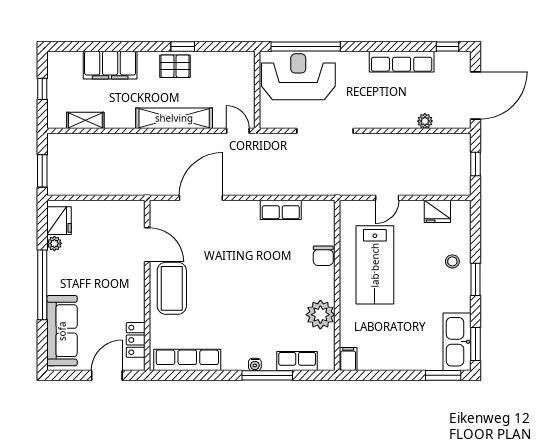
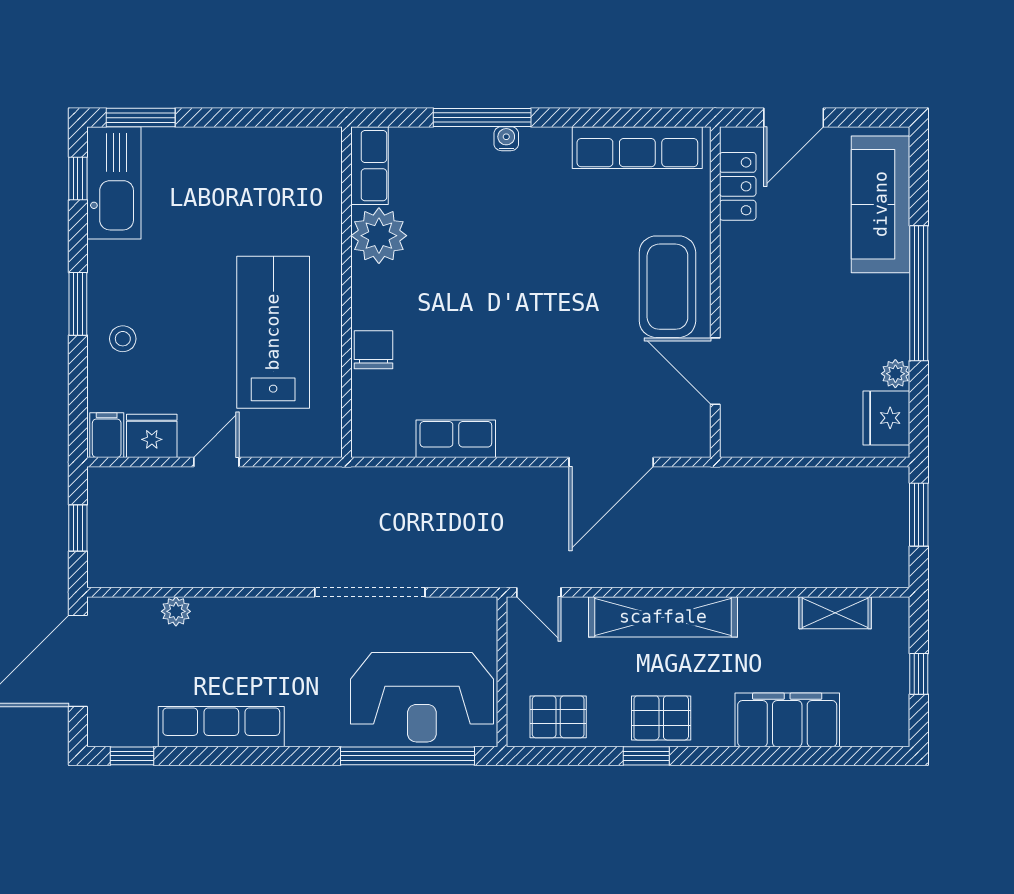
pallet: (228, 67) -> (558, 717), added
door: (387, 198) -> (216, 462), moved
window: (475, 344) -> (78, 178), width x0.67
filing cabinet: (348, 359) -> (107, 435), moved, turned 180
row of seats: (297, 361) -> (369, 166), moved, turned -90

